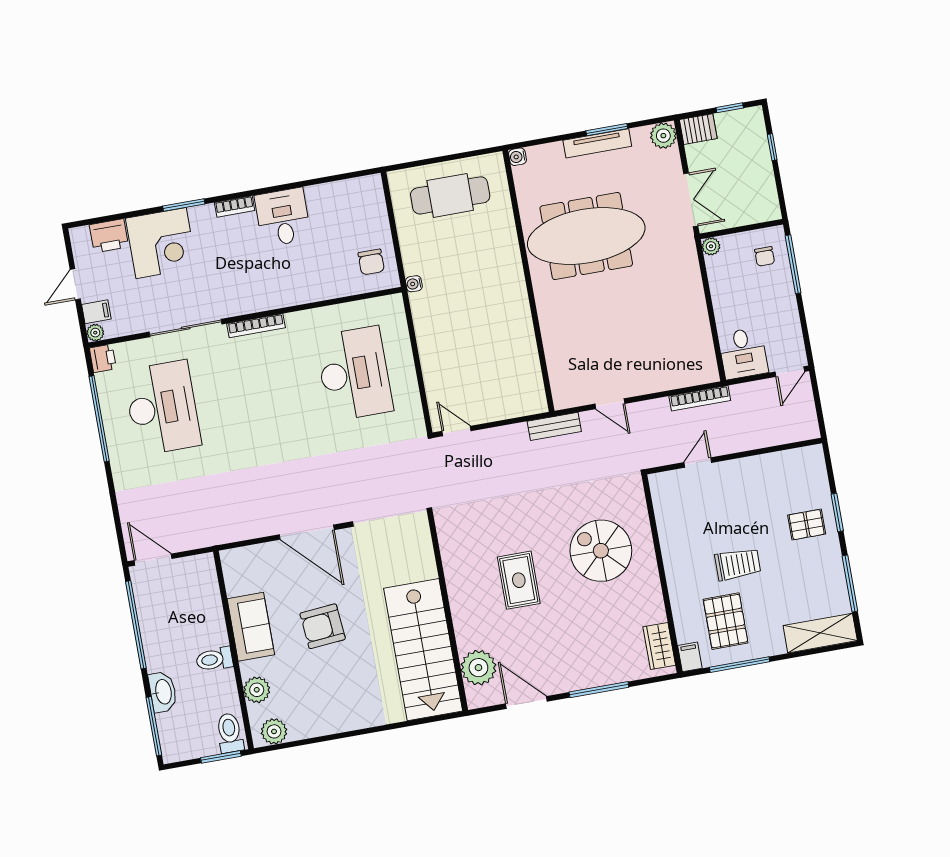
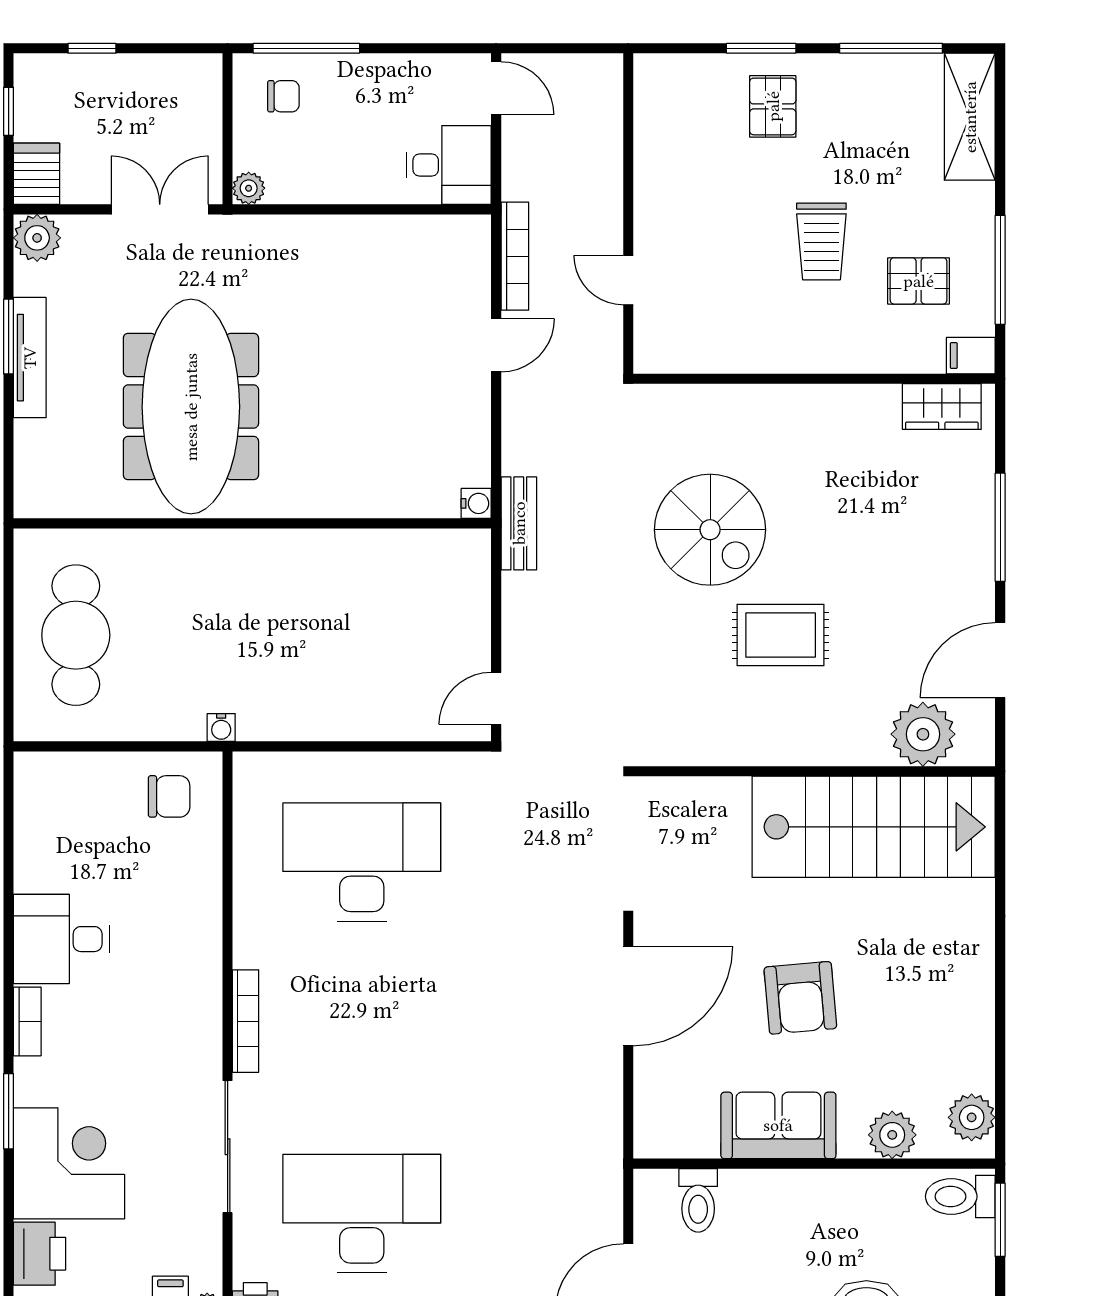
water cooler: (517, 157) -> (476, 503), moved, turned -90
door: (610, 404) -> (496, 345), moved
spiral stairs: (601, 551) -> (710, 530), moved, turned -90
trolley: (738, 564) -> (821, 241), turned 180
pallet: (726, 621) -> (919, 281), width x0.67, depth x0.71
toilet: (214, 659) -> (698, 1200), moved

